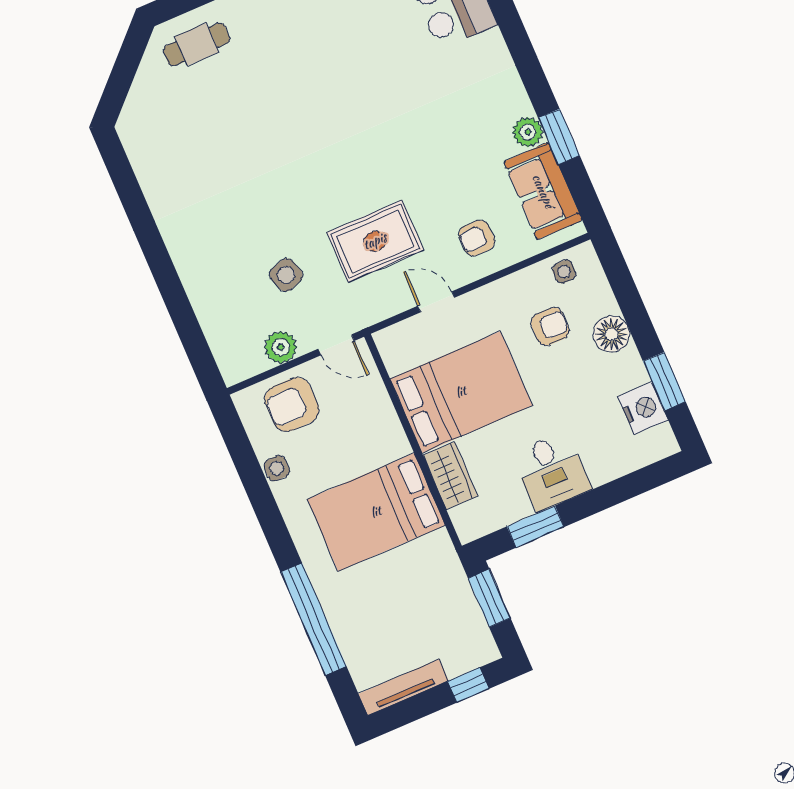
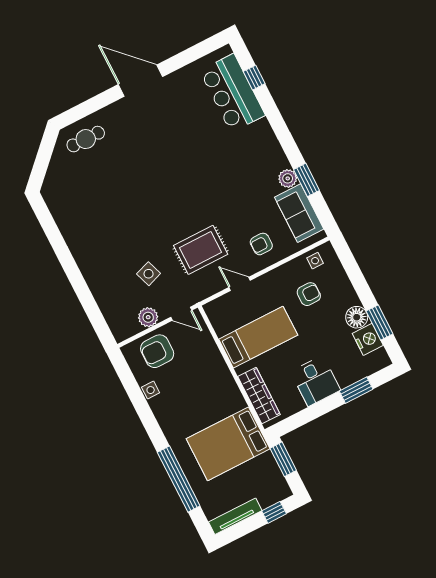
floor lamp: (612, 334) -> (357, 317), moved
bed: (461, 392) -> (258, 337), width x0.67
wardrobe: (450, 476) -> (259, 396), width x1.50
bed: (376, 512) -> (228, 444), moved
window: (535, 527) -> (356, 390), moved

